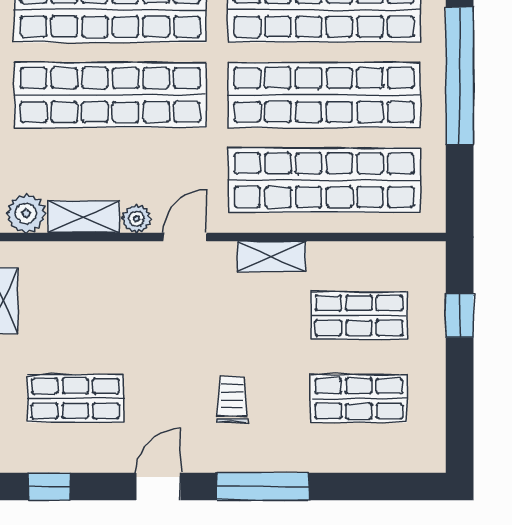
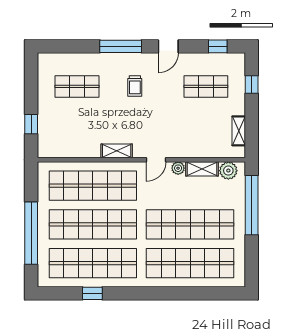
shop shelf: (359, 316) -> (77, 124), removed

